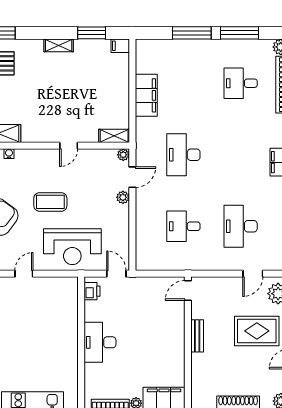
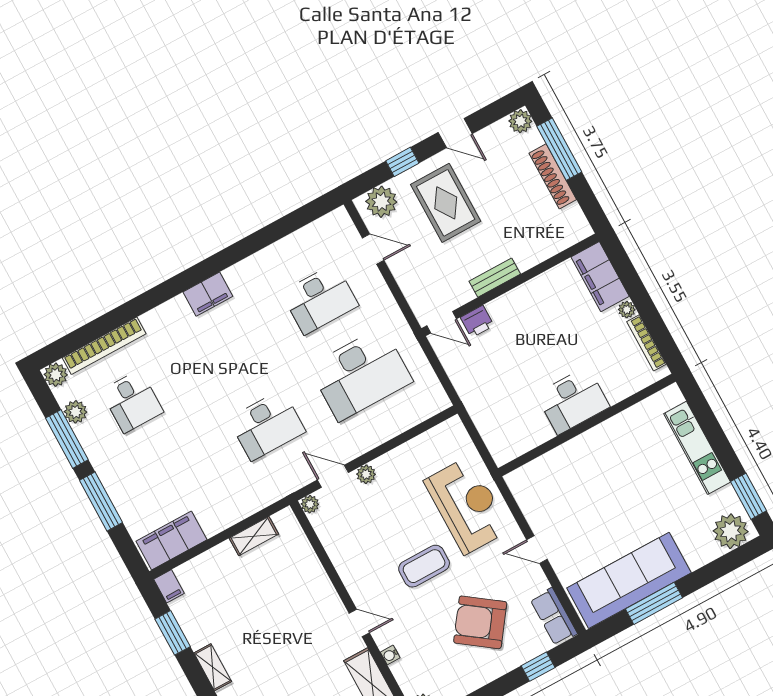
plant: (253, 47) -> (76, 412), added
filing cabinet: (146, 95) -> (171, 541), moved
shelving: (114, 136) -> (254, 536), moved, turned 90
door: (69, 146) -> (359, 623), moved
coffee table: (50, 202) -> (424, 566), turned 90
desk: (183, 226) -> (361, 374), width x1.87, depth x1.30
door: (116, 274) -> (471, 428), removed
printer: (92, 291) -> (477, 321), moved, turned 180

